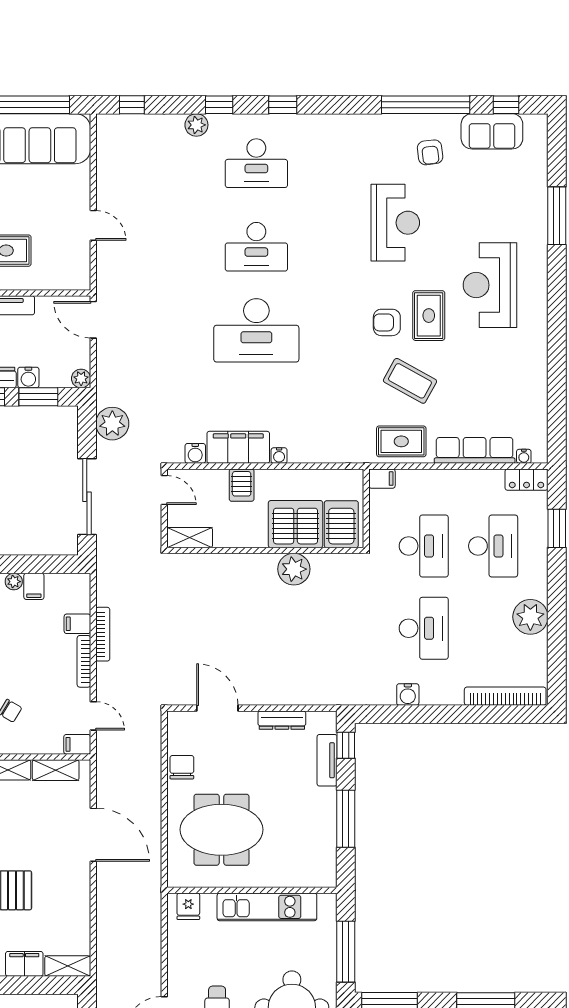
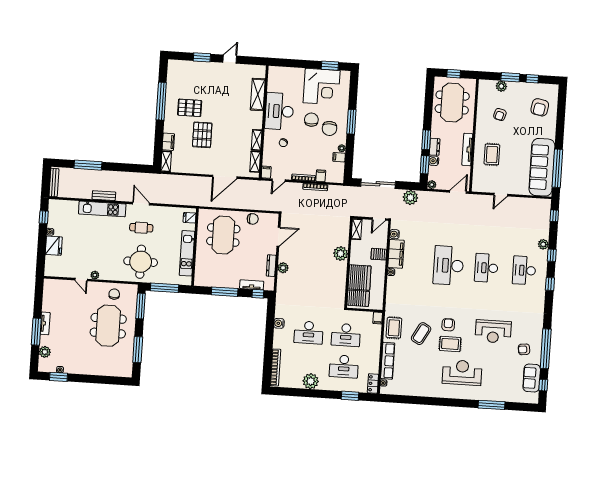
plant: (294, 569) -> (341, 254), moved
plant: (285, 694) -> (283, 268), added

